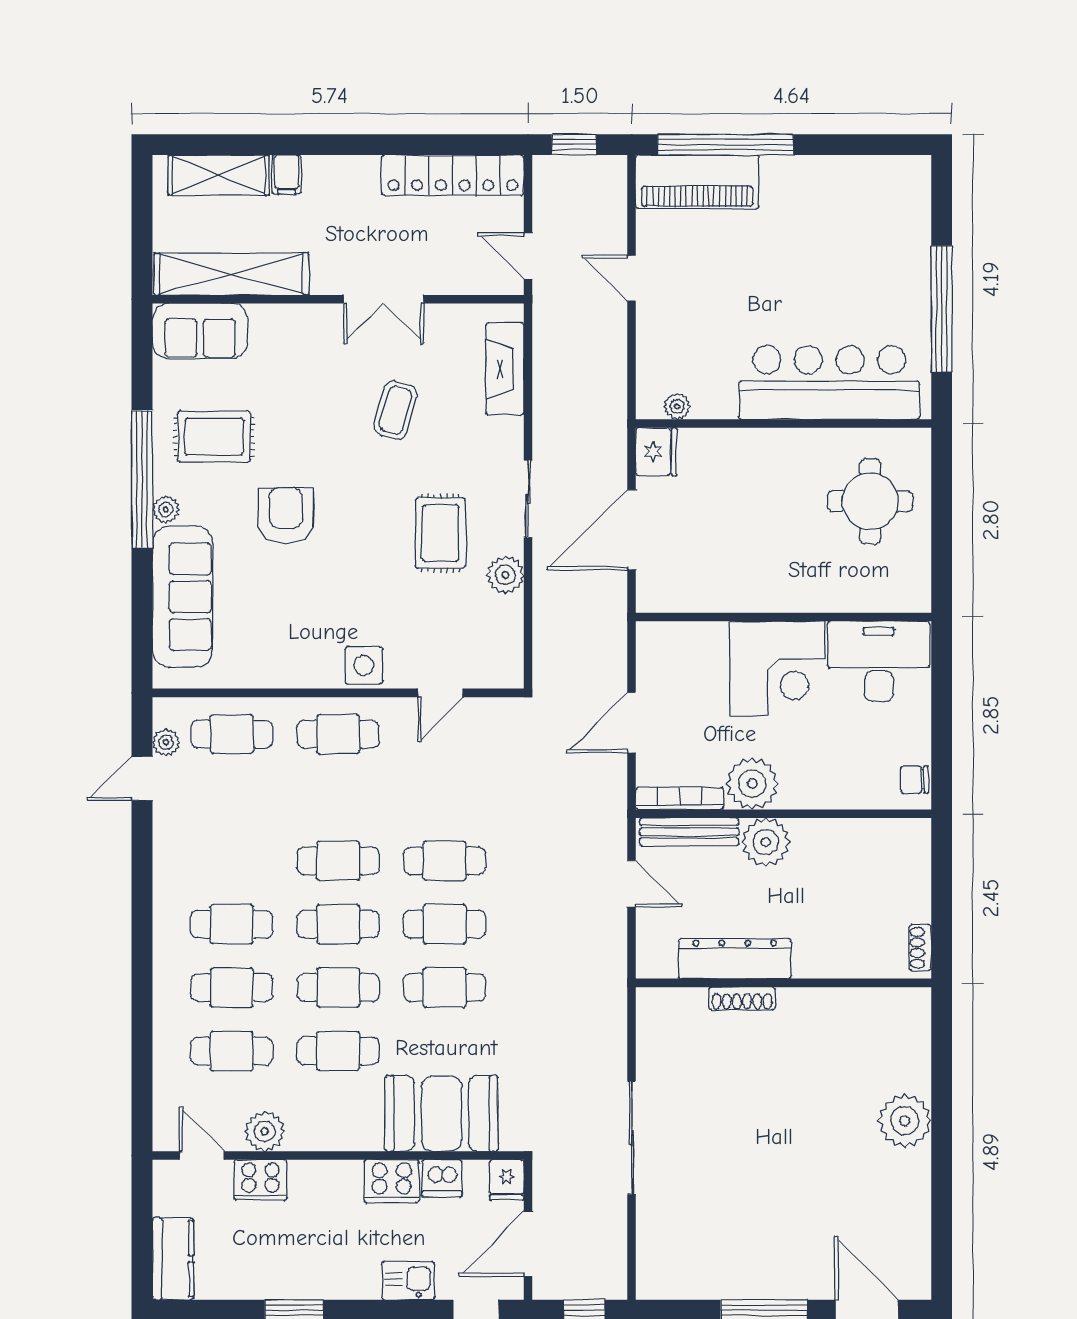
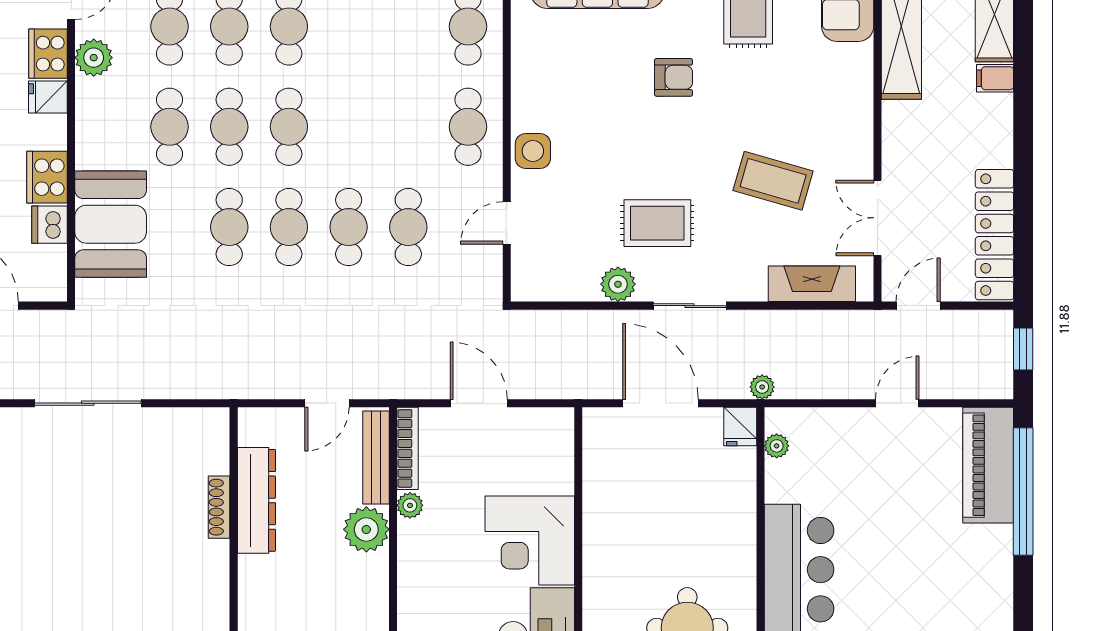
double door: (384, 299) -> (878, 218), moved
coffee table: (396, 410) -> (773, 181), width x1.36, depth x1.30
plant: (614, 422) -> (762, 387), added
fridge: (656, 452) -> (740, 427), width x0.72
armchair: (286, 516) -> (674, 77), width x0.72, depth x0.72
door: (440, 693) -> (507, 223), hinge flipped
plant: (752, 784) -> (410, 505), width x0.53, depth x0.53
cafe table: (338, 861) -> (408, 227), moved
fridge: (507, 1180) -> (48, 97), moved

